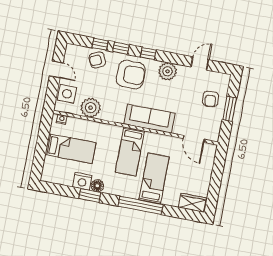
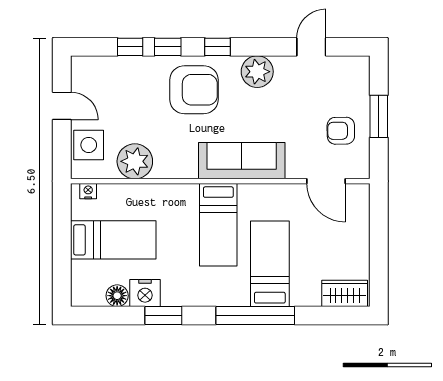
armchair: (97, 60) -> (131, 75), removed
armchair: (211, 99) -> (341, 131), moved, turned 94
floor lamp: (97, 186) -> (117, 296), moved

